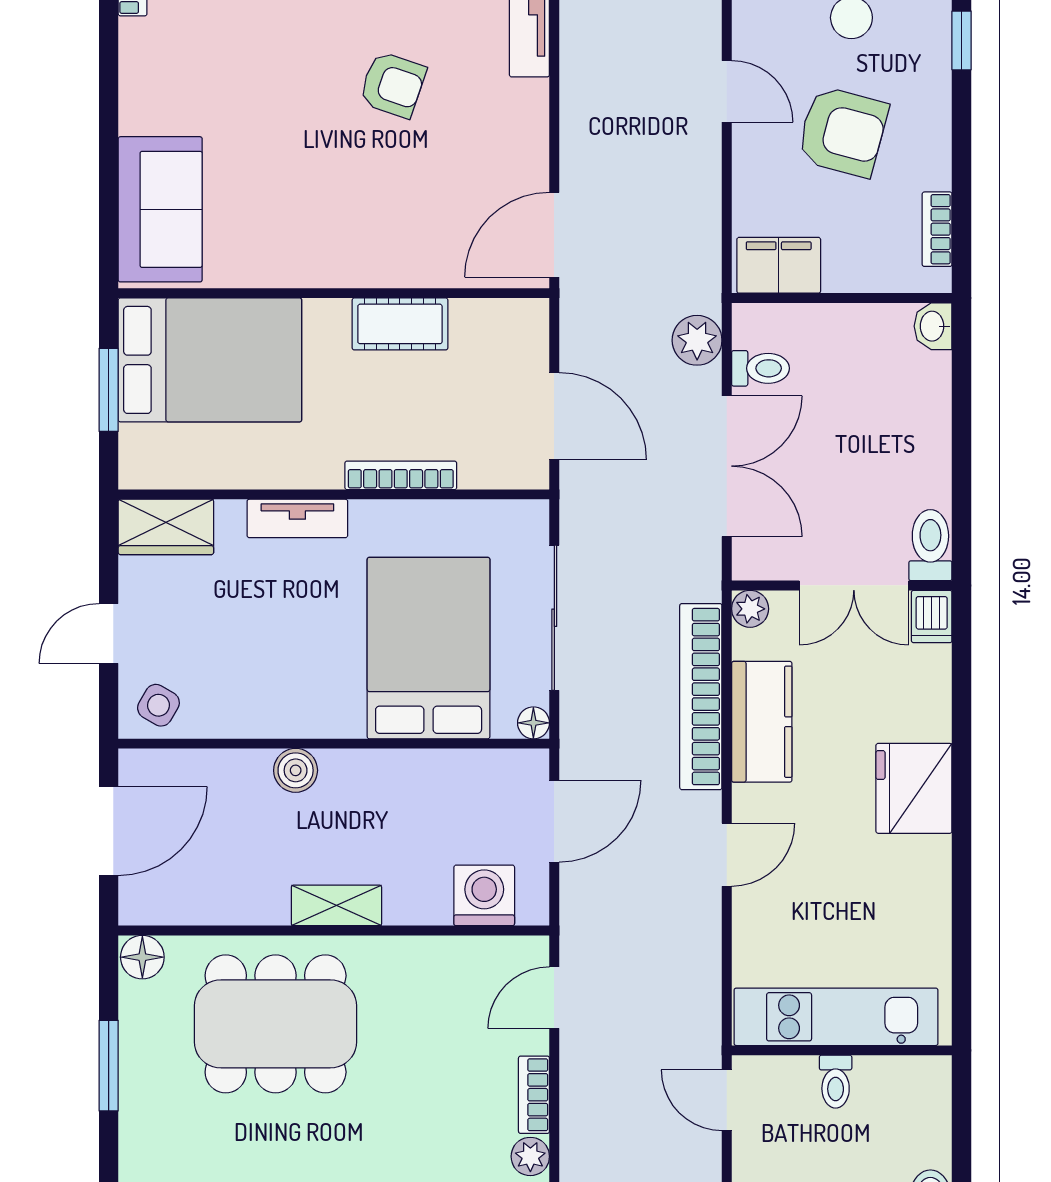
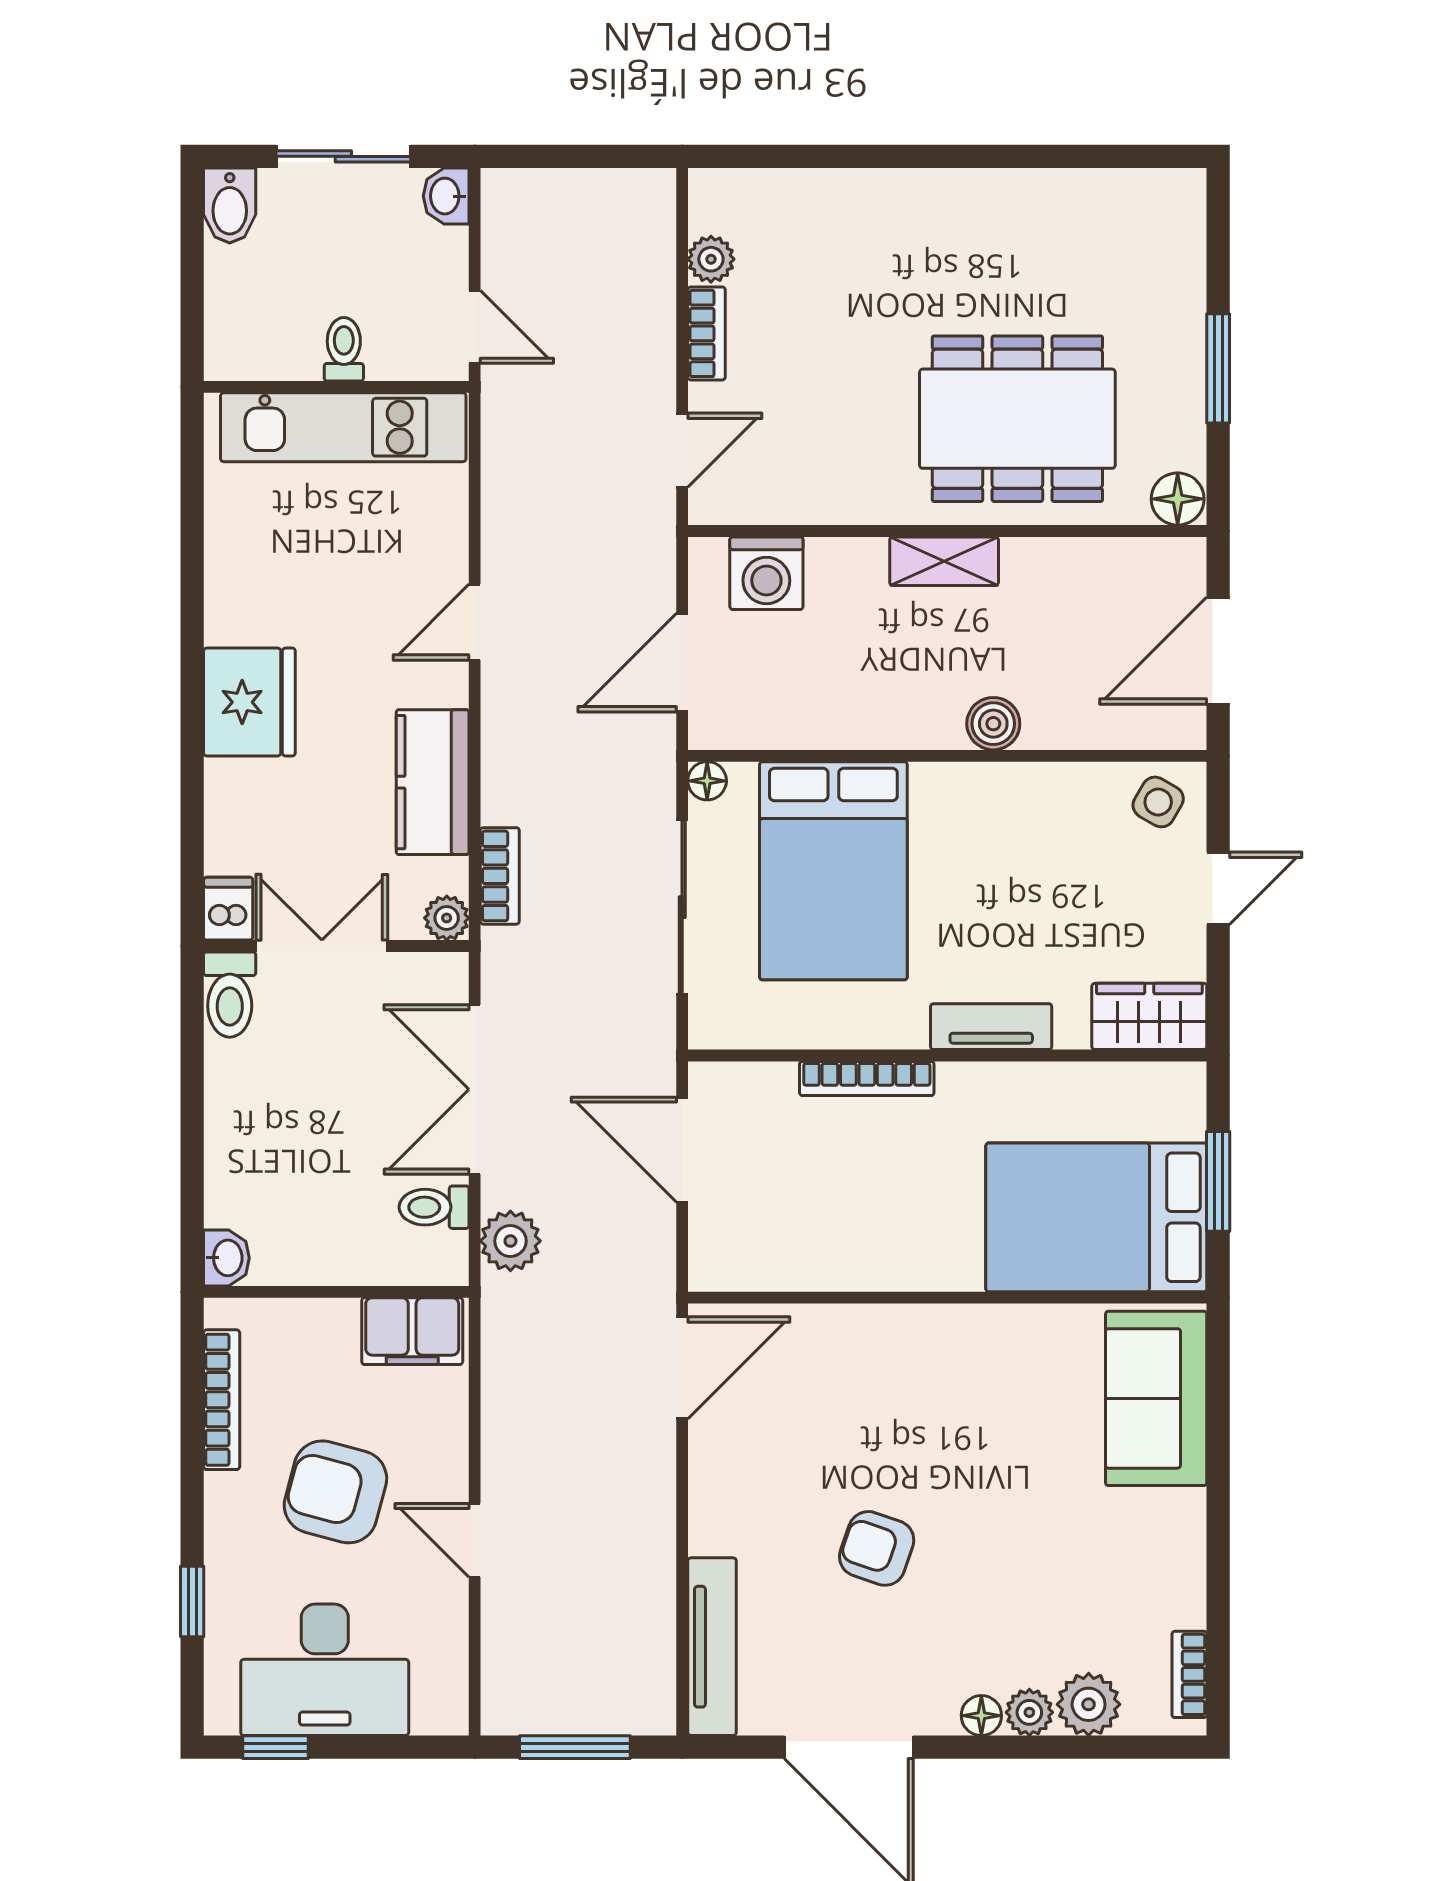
bookcase: (937, 229) -> (222, 1400), width x1.56
cot: (400, 324) -> (868, 1261), removed
bookcase: (701, 697) -> (500, 876), width x0.43, depth x0.76

